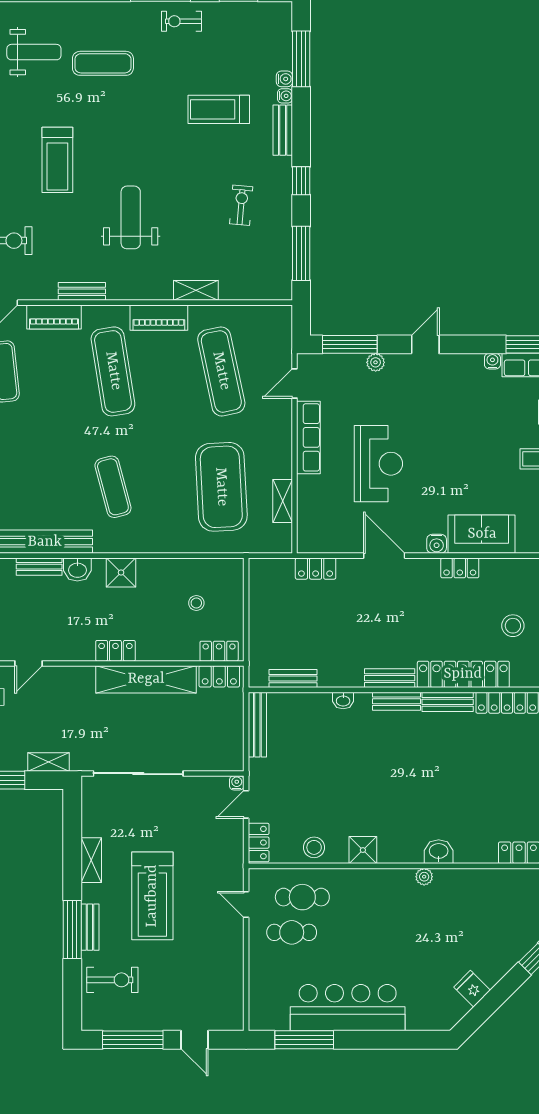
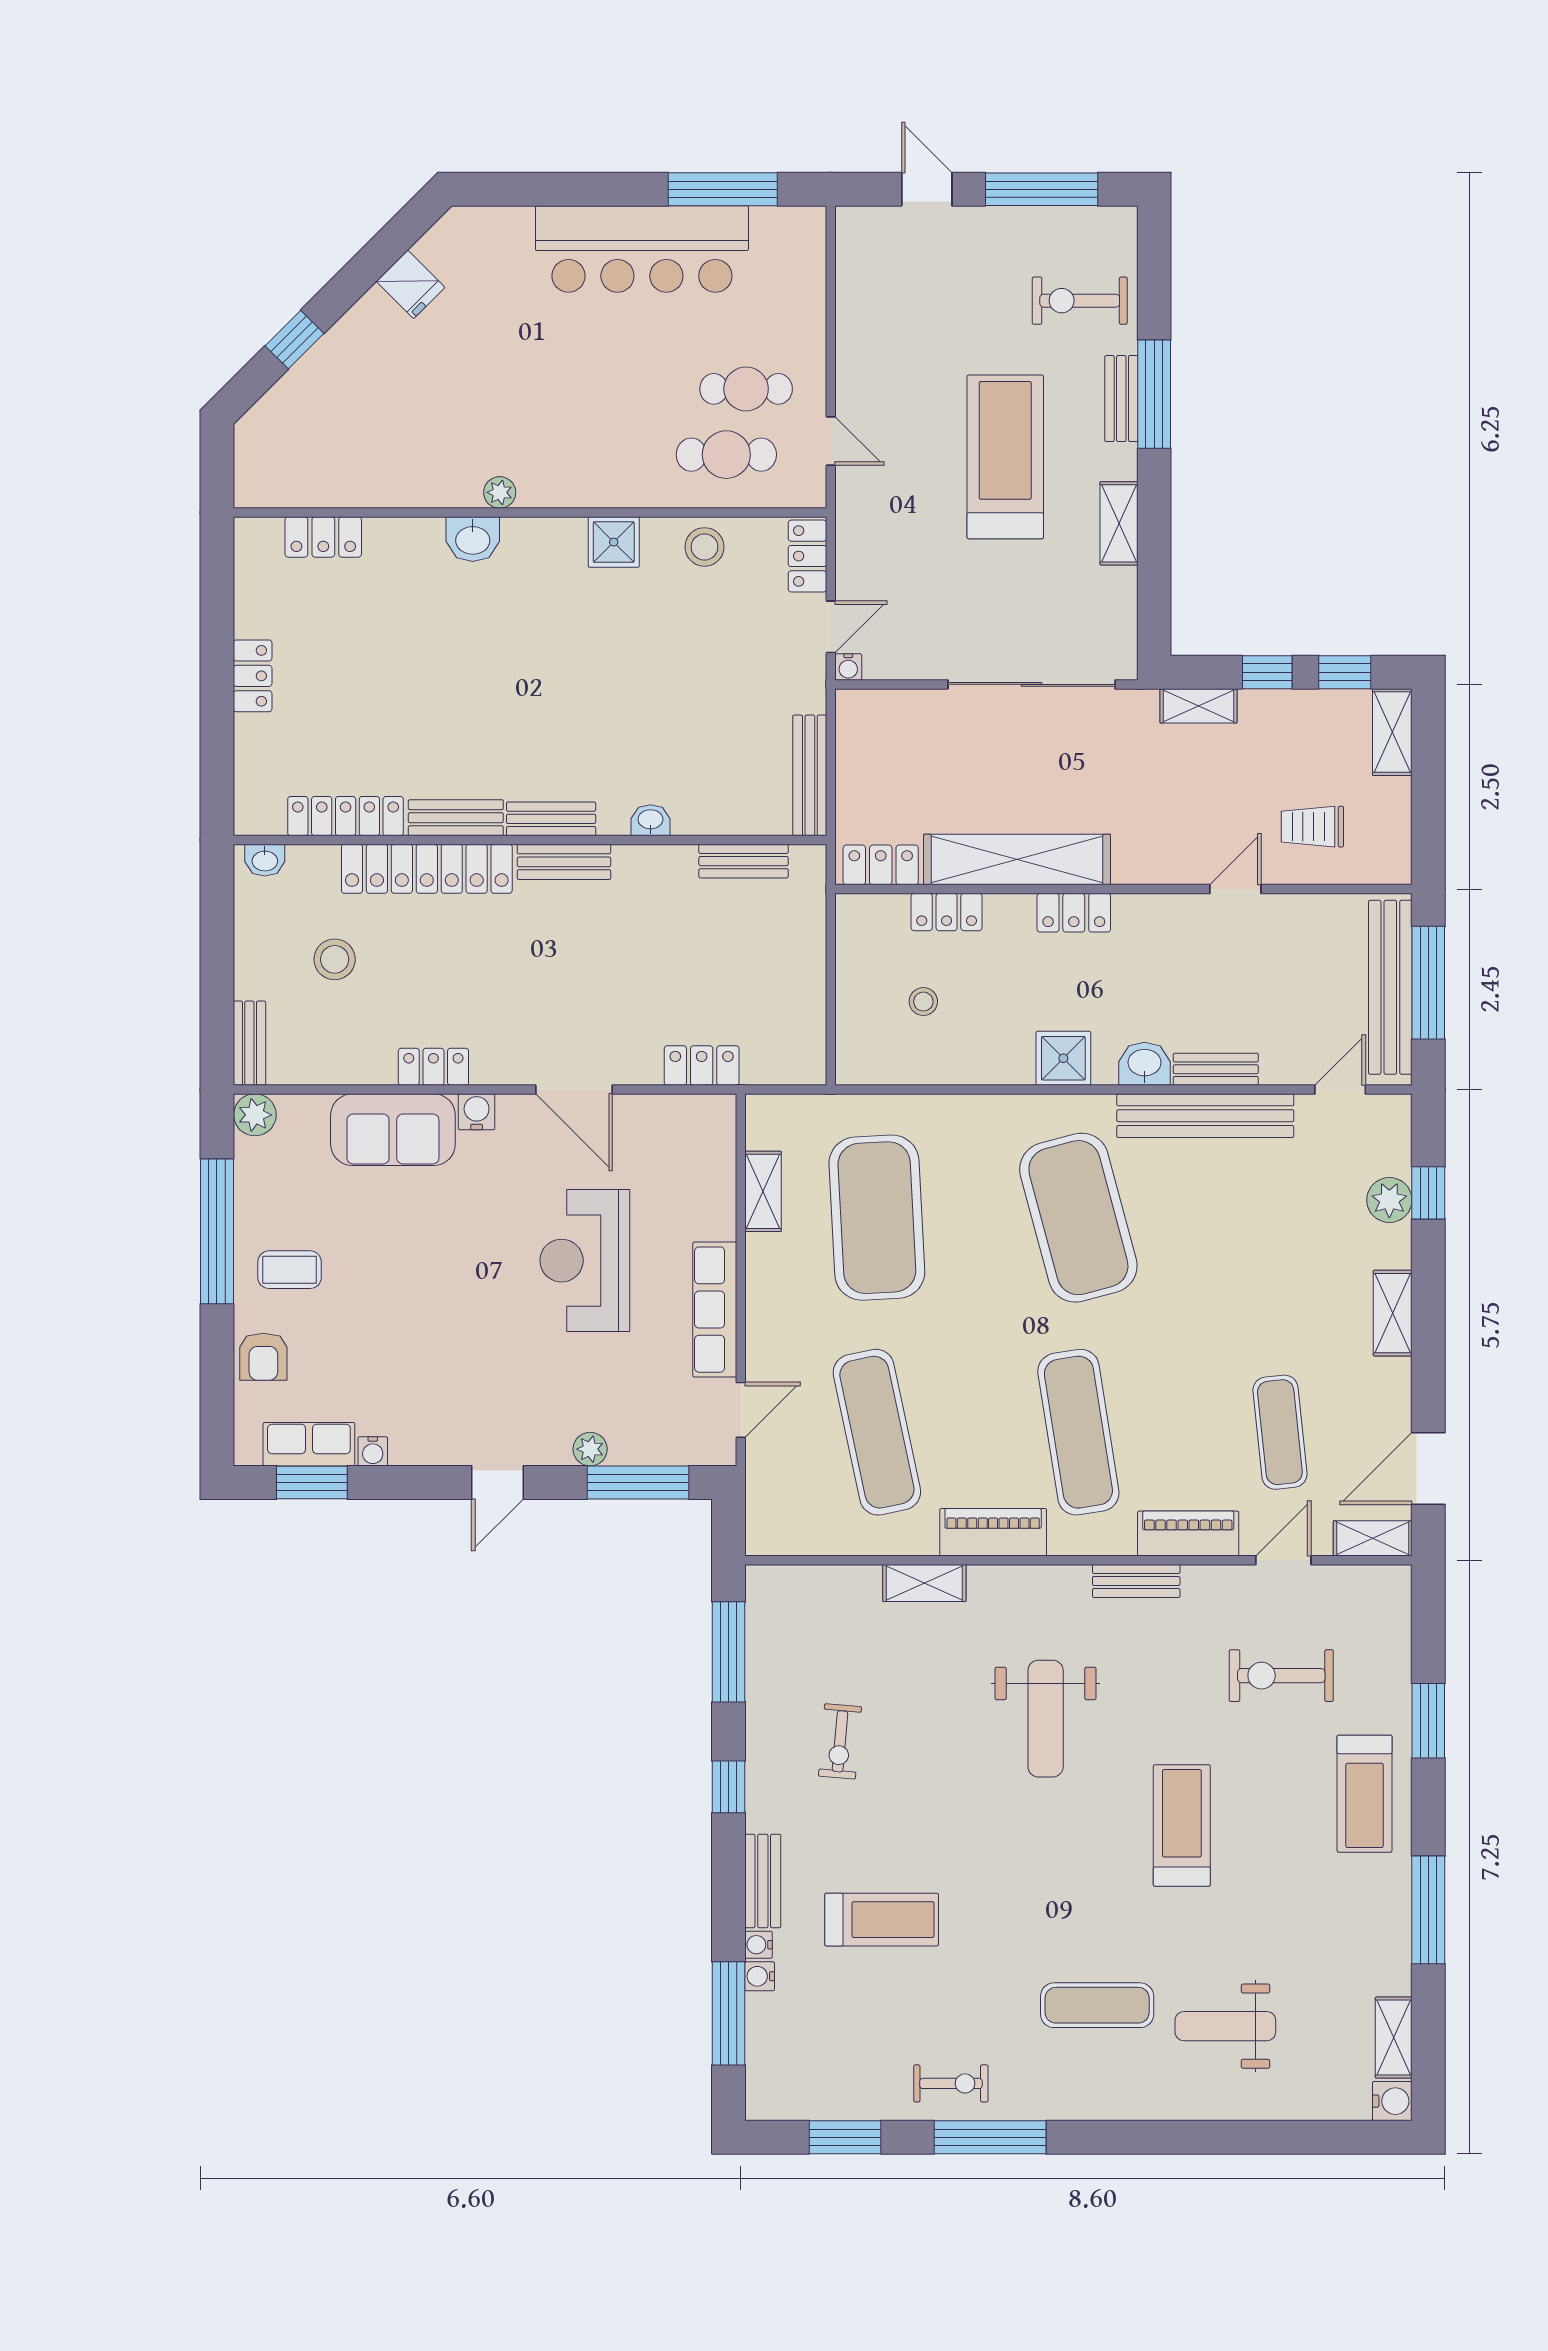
exercise mat: (113, 487) -> (1078, 1218), width x2.00, depth x1.45
locker: (219, 651) -> (947, 912), moved

